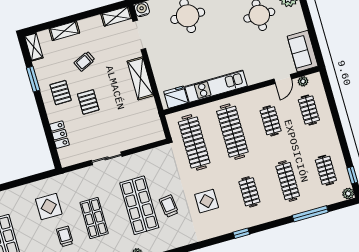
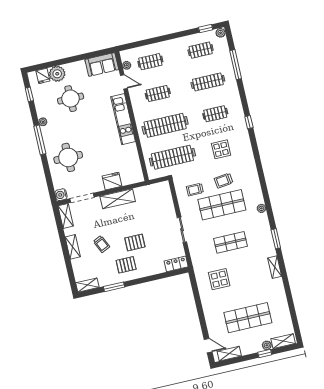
shelving: (64, 31) -> (73, 247), moved
kitchen unit: (216, 86) -> (123, 119), moved
fridge: (176, 97) -> (112, 181), moved, turned 90
locker: (59, 135) -> (176, 264), moved
trolley: (65, 236) -> (195, 190), moved

